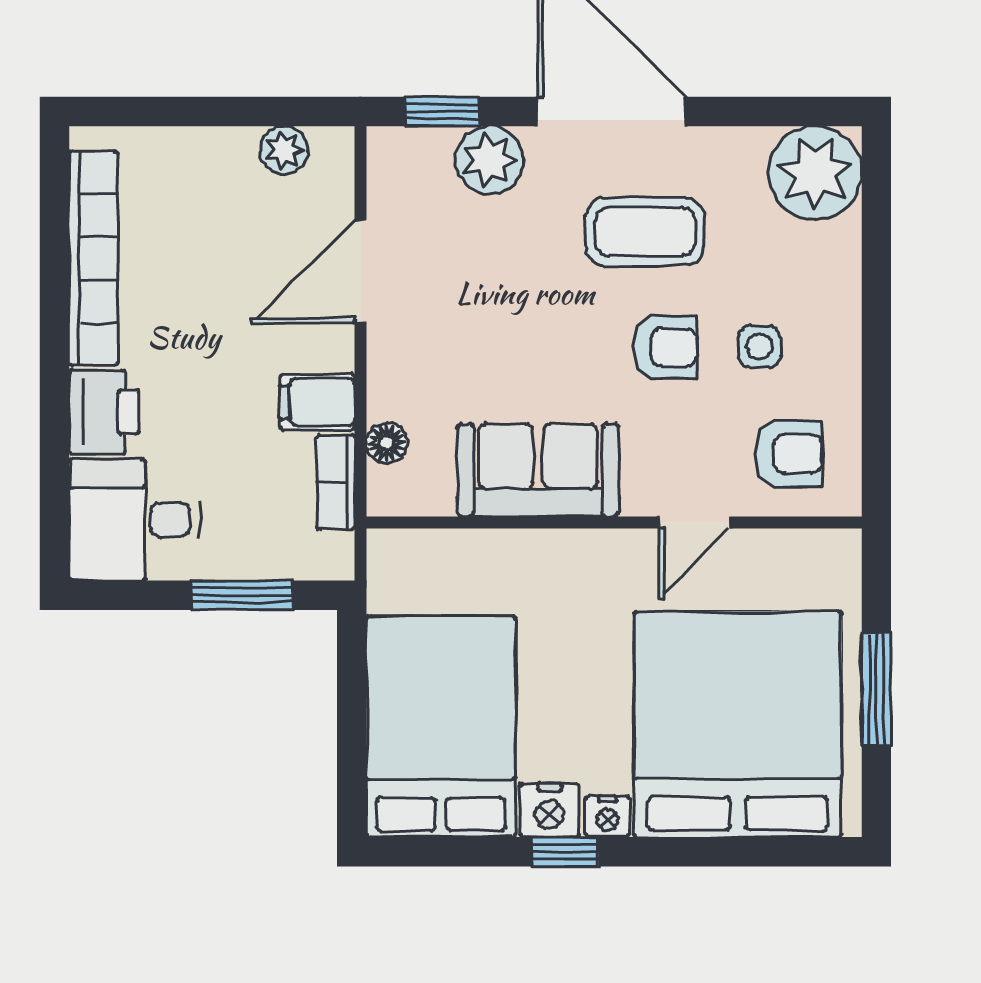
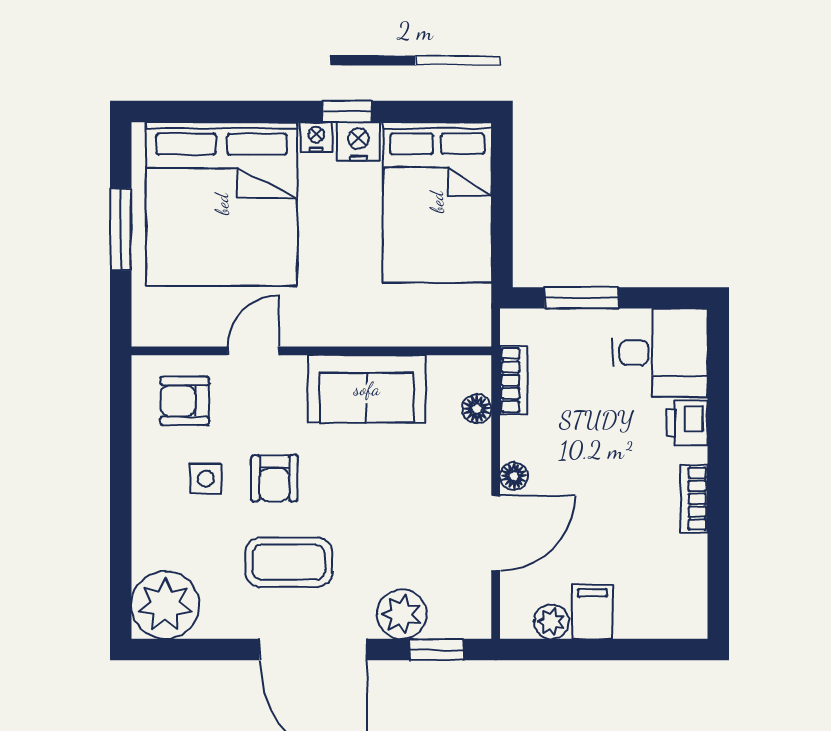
bookcase: (93, 258) -> (694, 499), width x0.43, depth x0.76
armchair: (665, 347) -> (274, 478), turned -90
floor lamp: (335, 350) -> (514, 476), added
filing cabinet: (317, 402) -> (592, 612), moved, turned -90
printer: (104, 412) -> (687, 423), width x0.73, depth x0.81

